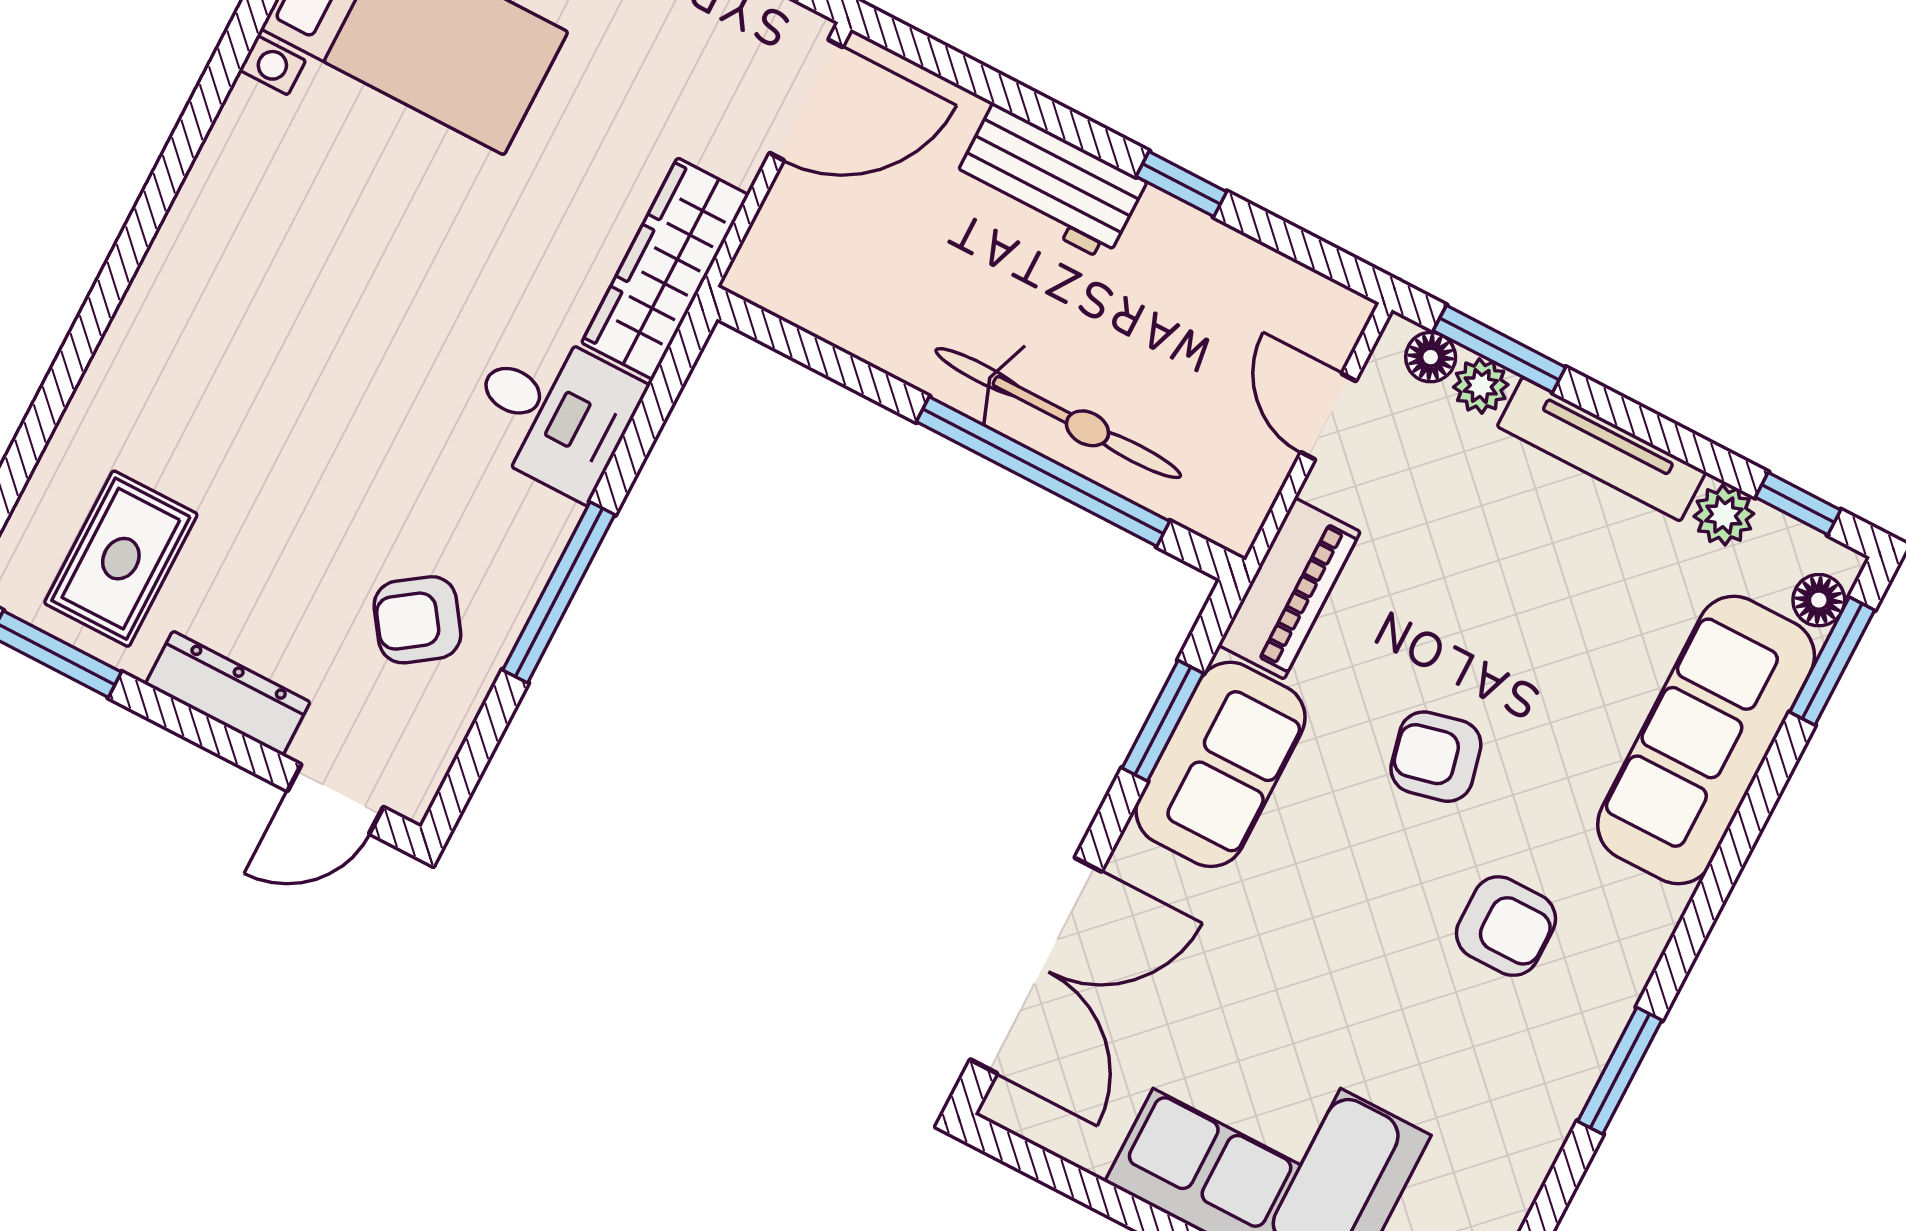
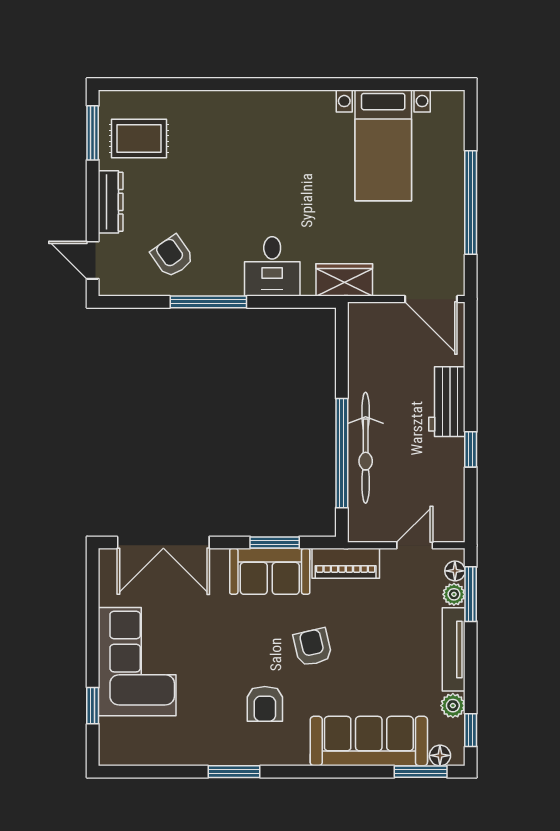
wardrobe: (665, 269) -> (344, 280), width x0.67

